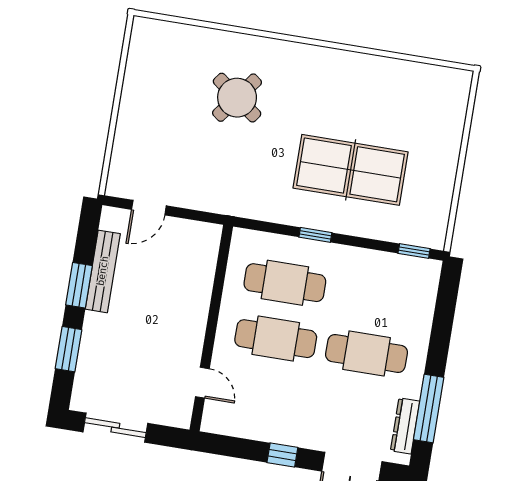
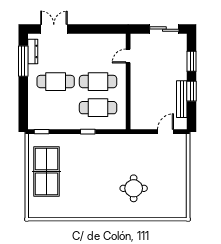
round table: (237, 98) -> (134, 188), turned -37
table tennis table: (351, 170) -> (47, 171), moved, turned 90
door: (202, 383) -> (128, 56), hinge flipped
window: (282, 455) -> (86, 29), removed

